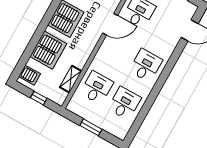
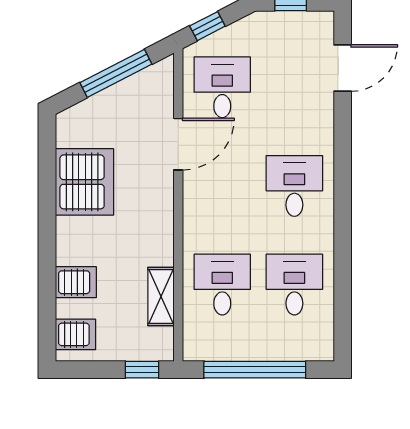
server rack: (48, 50) -> (76, 282), width x0.46, depth x0.70
window: (39, 98) -> (142, 370), moved
window: (91, 127) -> (255, 370), width x2.11

